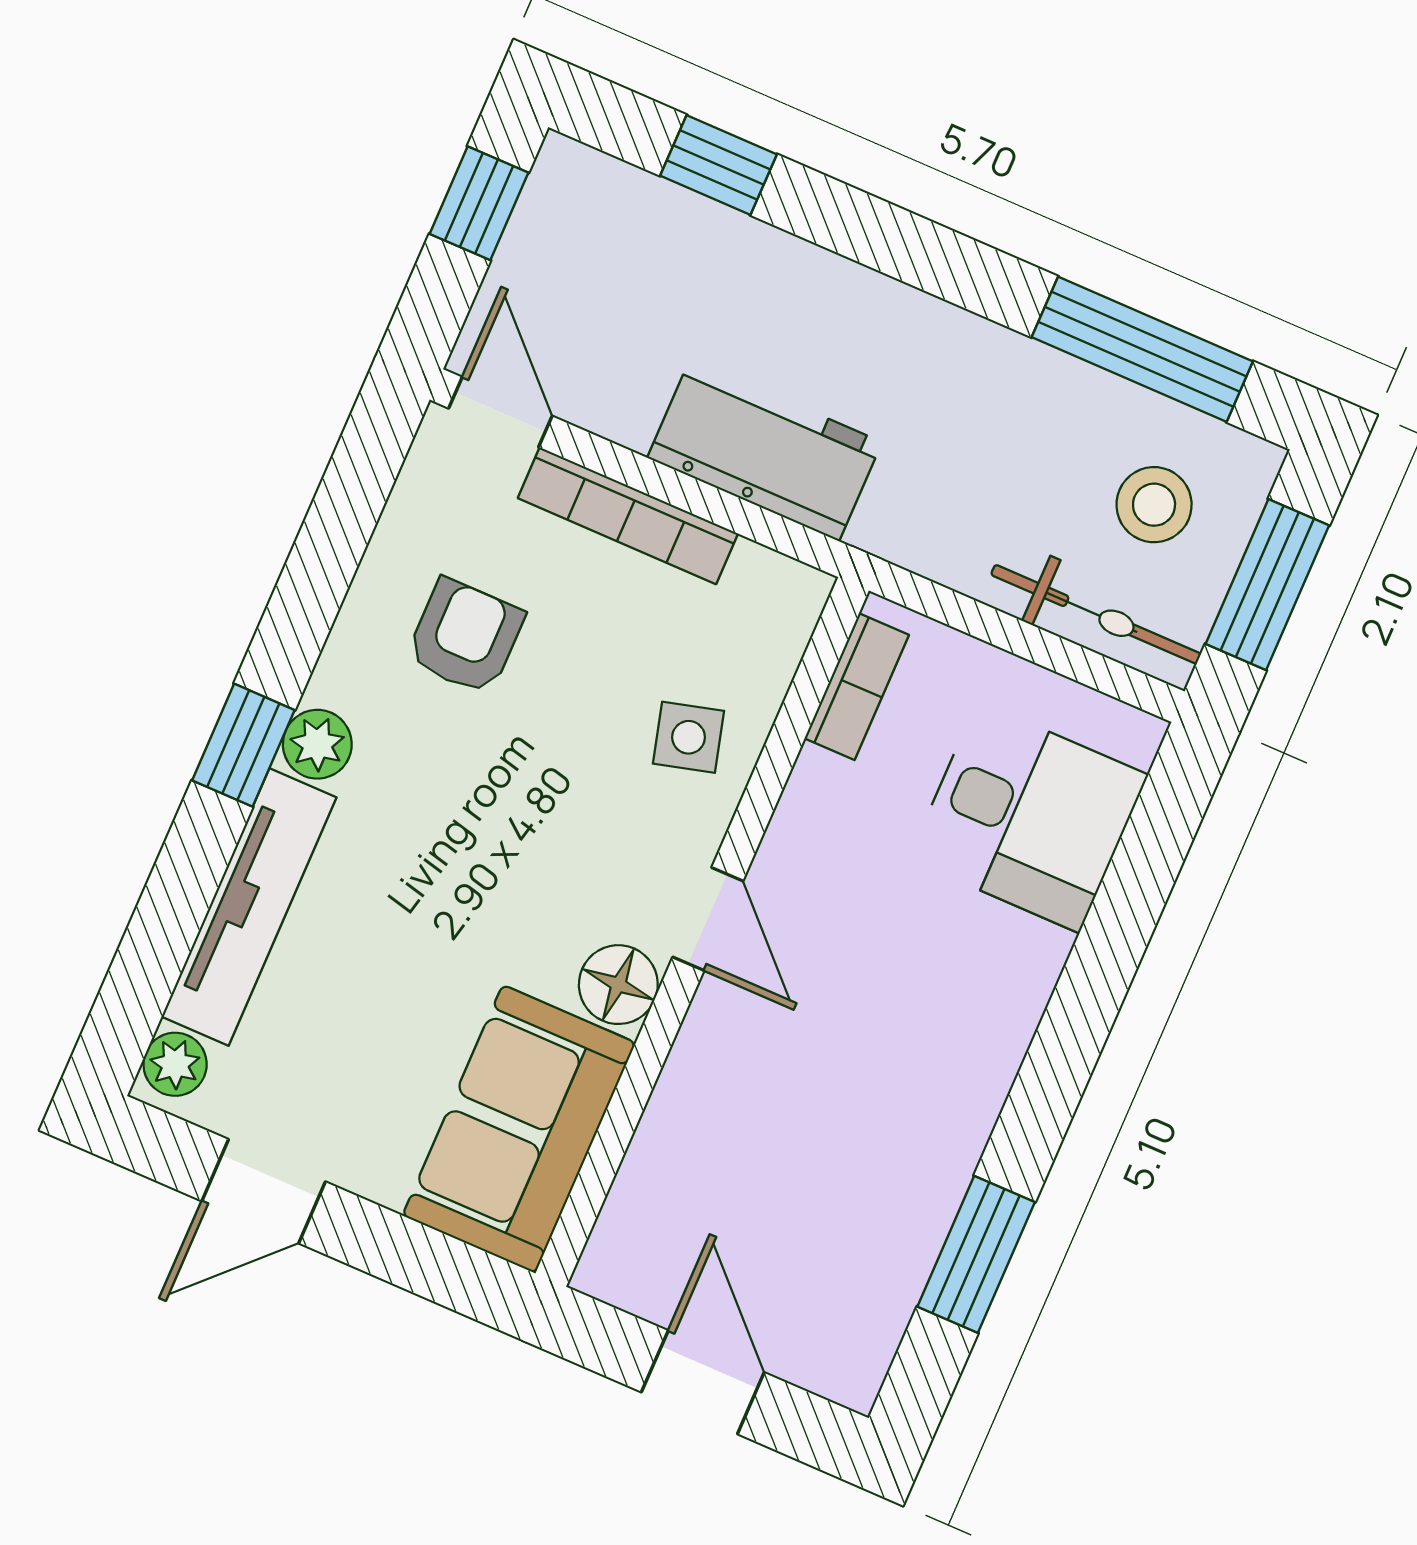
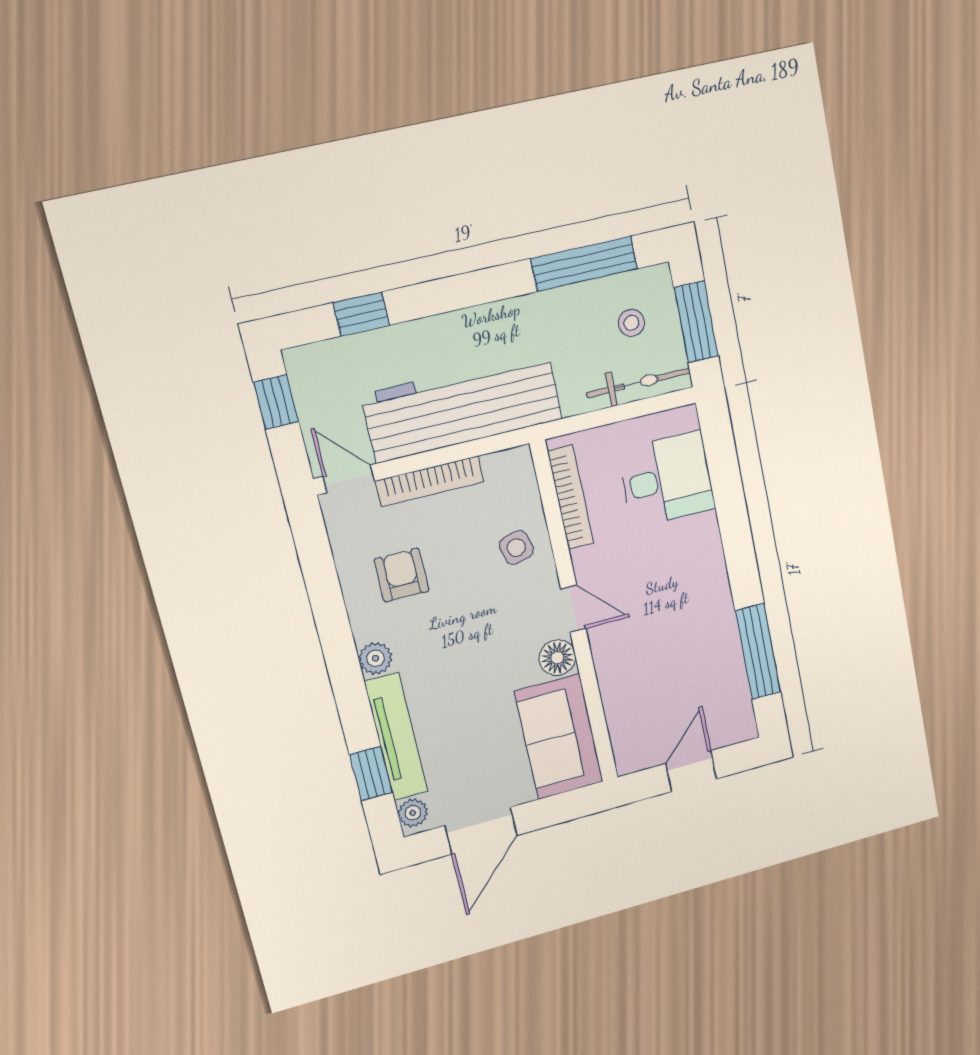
workbench: (765, 450) -> (463, 407), width x1.88, depth x1.32
stool: (1154, 505) -> (631, 323), width x0.73, depth x0.73
bookcase: (857, 687) -> (571, 497), width x1.56
window: (243, 745) -> (371, 774), moved
door: (264, 1191) -> (481, 831), width x1.38
window: (976, 1254) -> (758, 652), width x1.44
door: (703, 1382) -> (691, 771), hinge flipped

